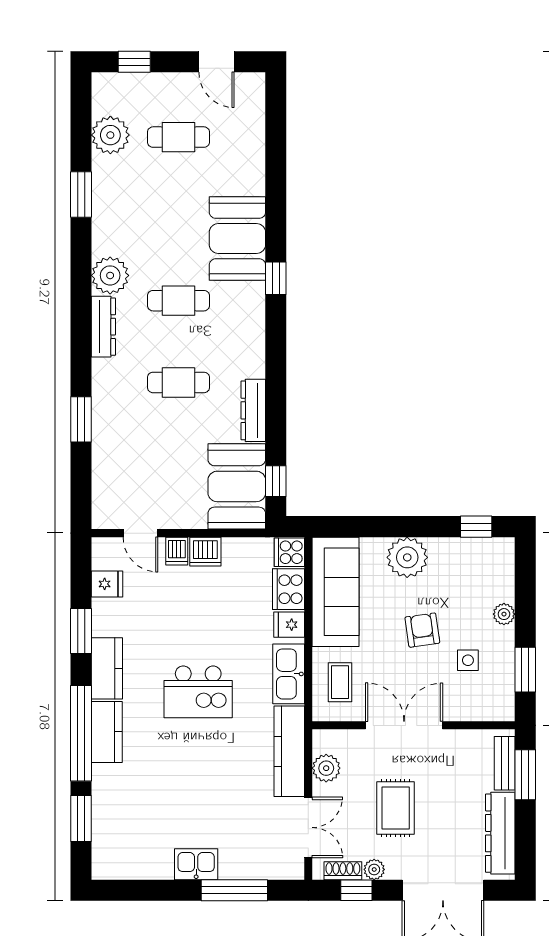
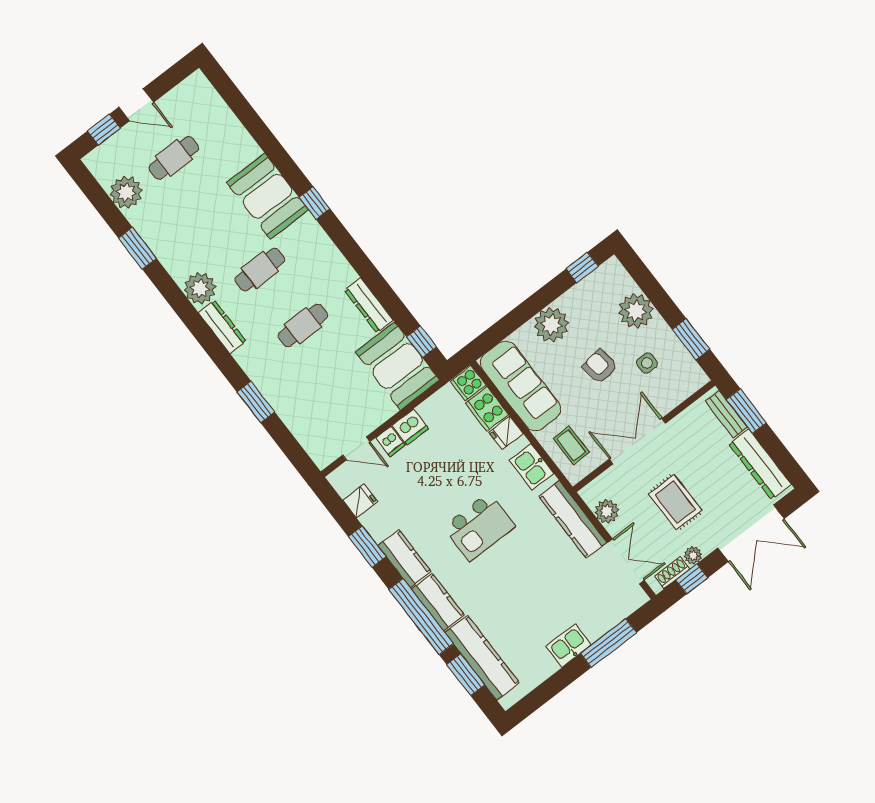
door: (216, 62) -> (136, 105), moved
plant: (504, 614) -> (636, 311), width x1.88, depth x1.88
kitchen sink: (289, 674) -> (532, 467), width x0.73
kitchen counter: (108, 814) -> (482, 658), added

